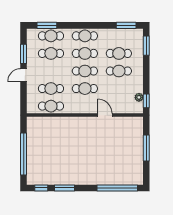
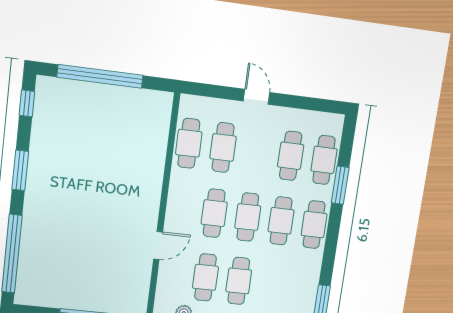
window: (47, 25) -> (340, 185), moved
cafe table: (119, 53) -> (205, 277), moved
window: (24, 54) -> (298, 102), removed
window: (65, 188) -> (20, 170), moved

